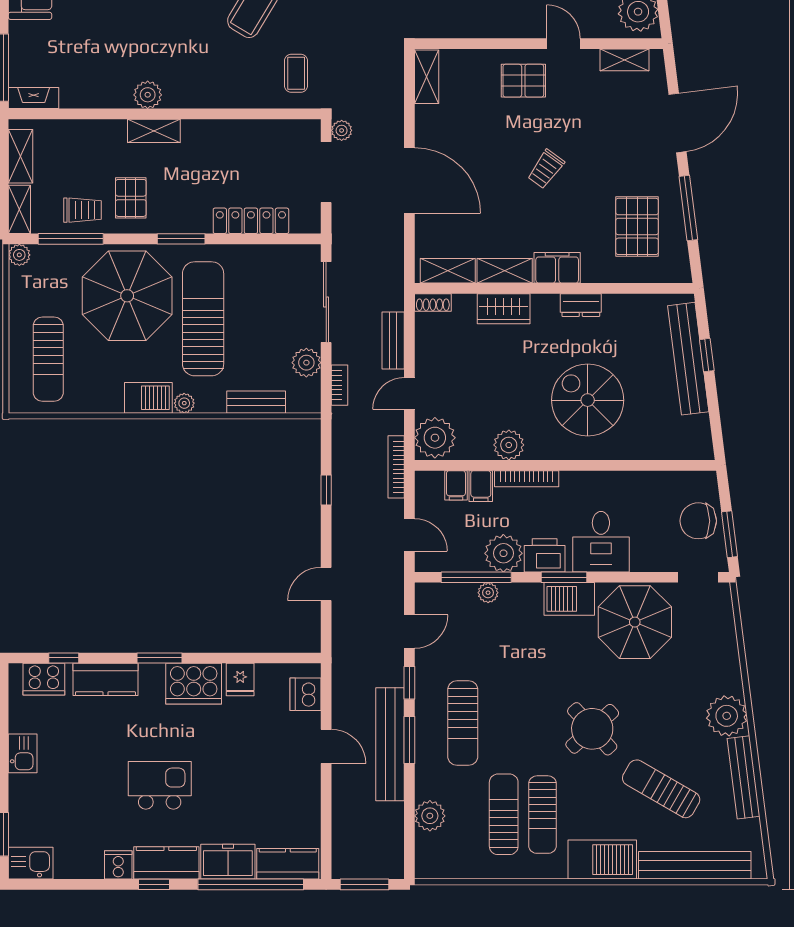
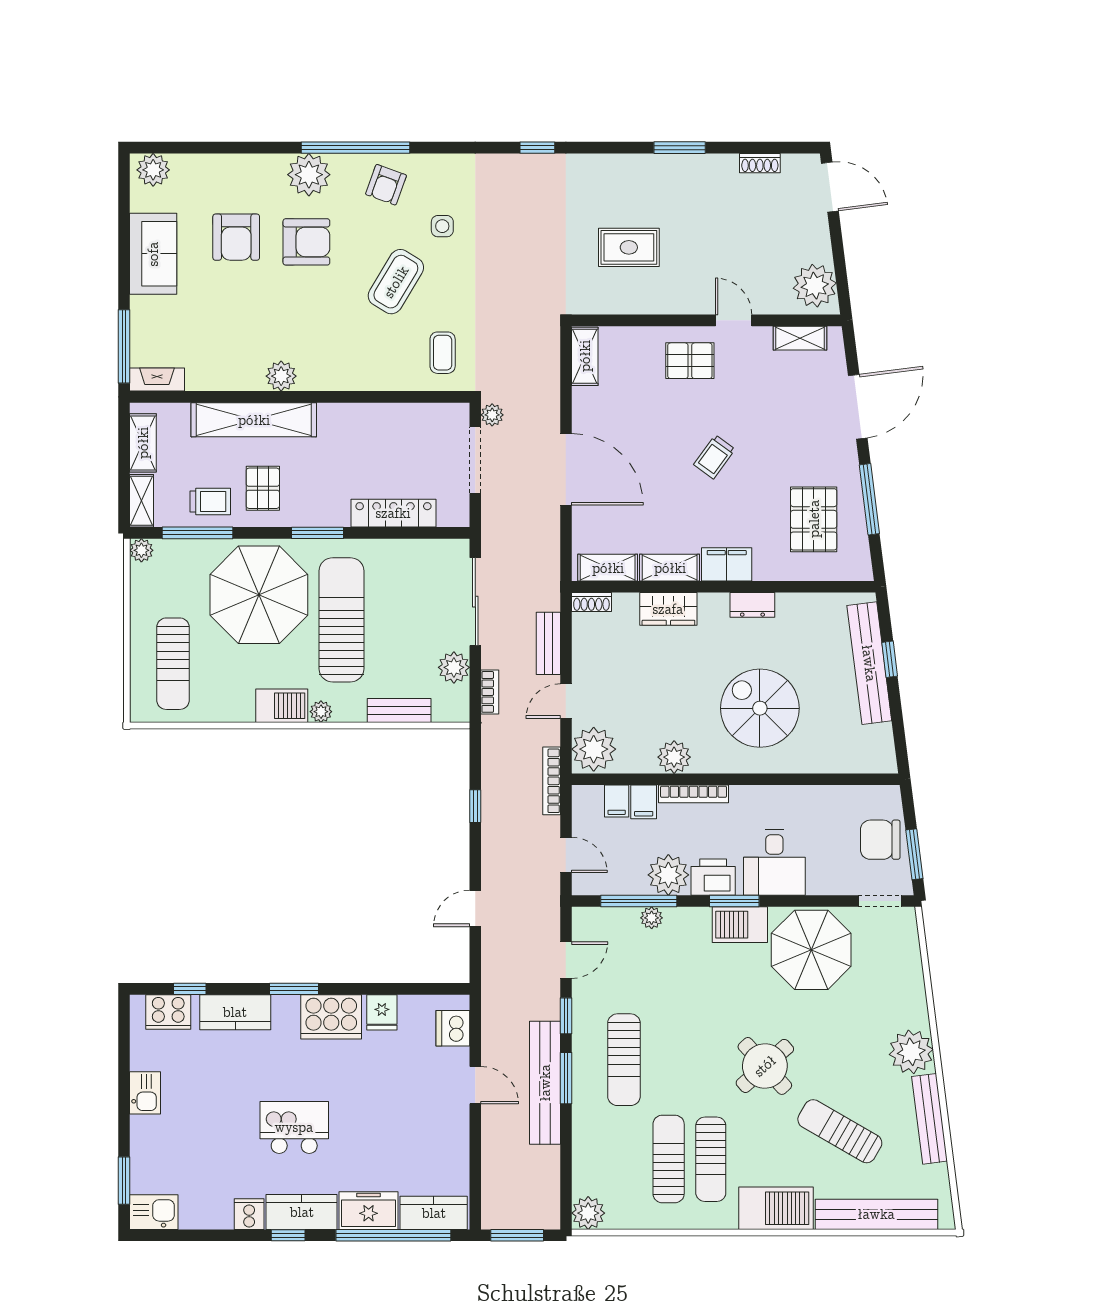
shelving: (154, 131) -> (254, 420), width x2.20, depth x1.33
plant: (430, 816) -> (588, 1213), moved

